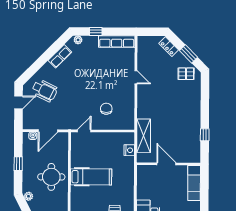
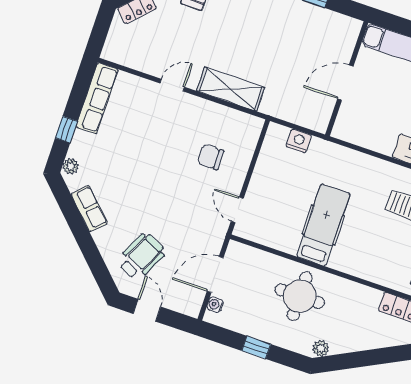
door: (48, 131) -> (215, 275), swing flipped
shelving: (144, 136) -> (231, 89), moved

